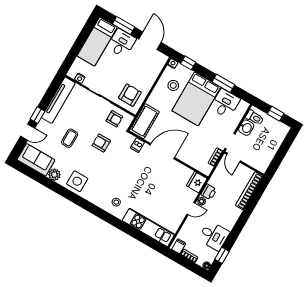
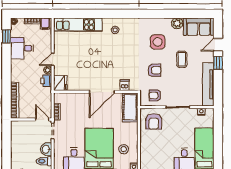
side table: (77, 181) -> (158, 42), moved

